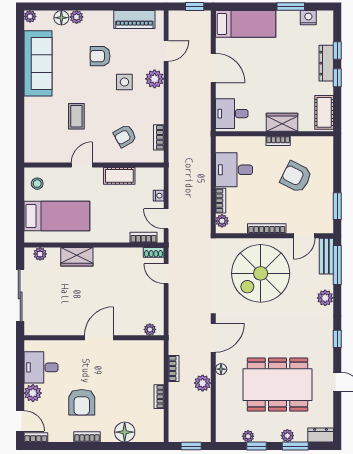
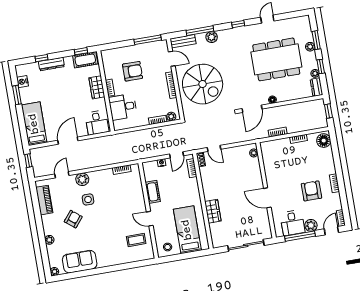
floor lamp: (61, 18) -> (52, 250), removed
door: (166, 51) -> (62, 175), hinge flipped
armchair: (100, 56) -> (73, 219), turned -141
sofa: (38, 63) -> (80, 262), width x0.73
window: (337, 78) -> (81, 51), moved
coffee table: (76, 116) -> (136, 240), moved
armchair: (125, 136) -> (125, 193), removed
desk: (234, 170) -> (123, 107), moved, turned 90
armchair: (296, 177) -> (133, 71), turned -117
window: (337, 206) -> (148, 40), width x1.44
plant: (40, 254) -> (215, 237), removed
window: (337, 265) -> (200, 31), moved
door: (166, 274) -> (214, 148), hinge flipped
door: (99, 338) -> (267, 198), moved
door: (213, 338) -> (252, 109), swing flipped
window: (20, 375) -> (300, 236), added
plant: (203, 383) -> (284, 111), removed
dining table: (277, 385) -> (276, 59), turned 90
armchair: (82, 402) -> (311, 191), turned -90
floor lamp: (125, 432) -> (324, 141), moved
dresser: (321, 435) -> (317, 87), moved

